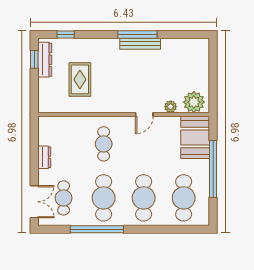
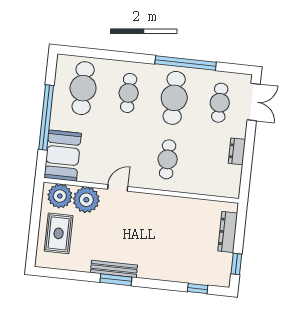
window: (137, 34) -> (116, 280), width x0.69
dresser: (45, 60) -> (228, 232), moved
rug: (80, 79) -> (59, 233), moved
plant: (171, 107) -> (86, 200), width x1.88, depth x1.88
cafe table: (144, 198) -> (129, 93), width x0.73, depth x0.74
double door: (34, 202) -> (254, 102), swing flipped

